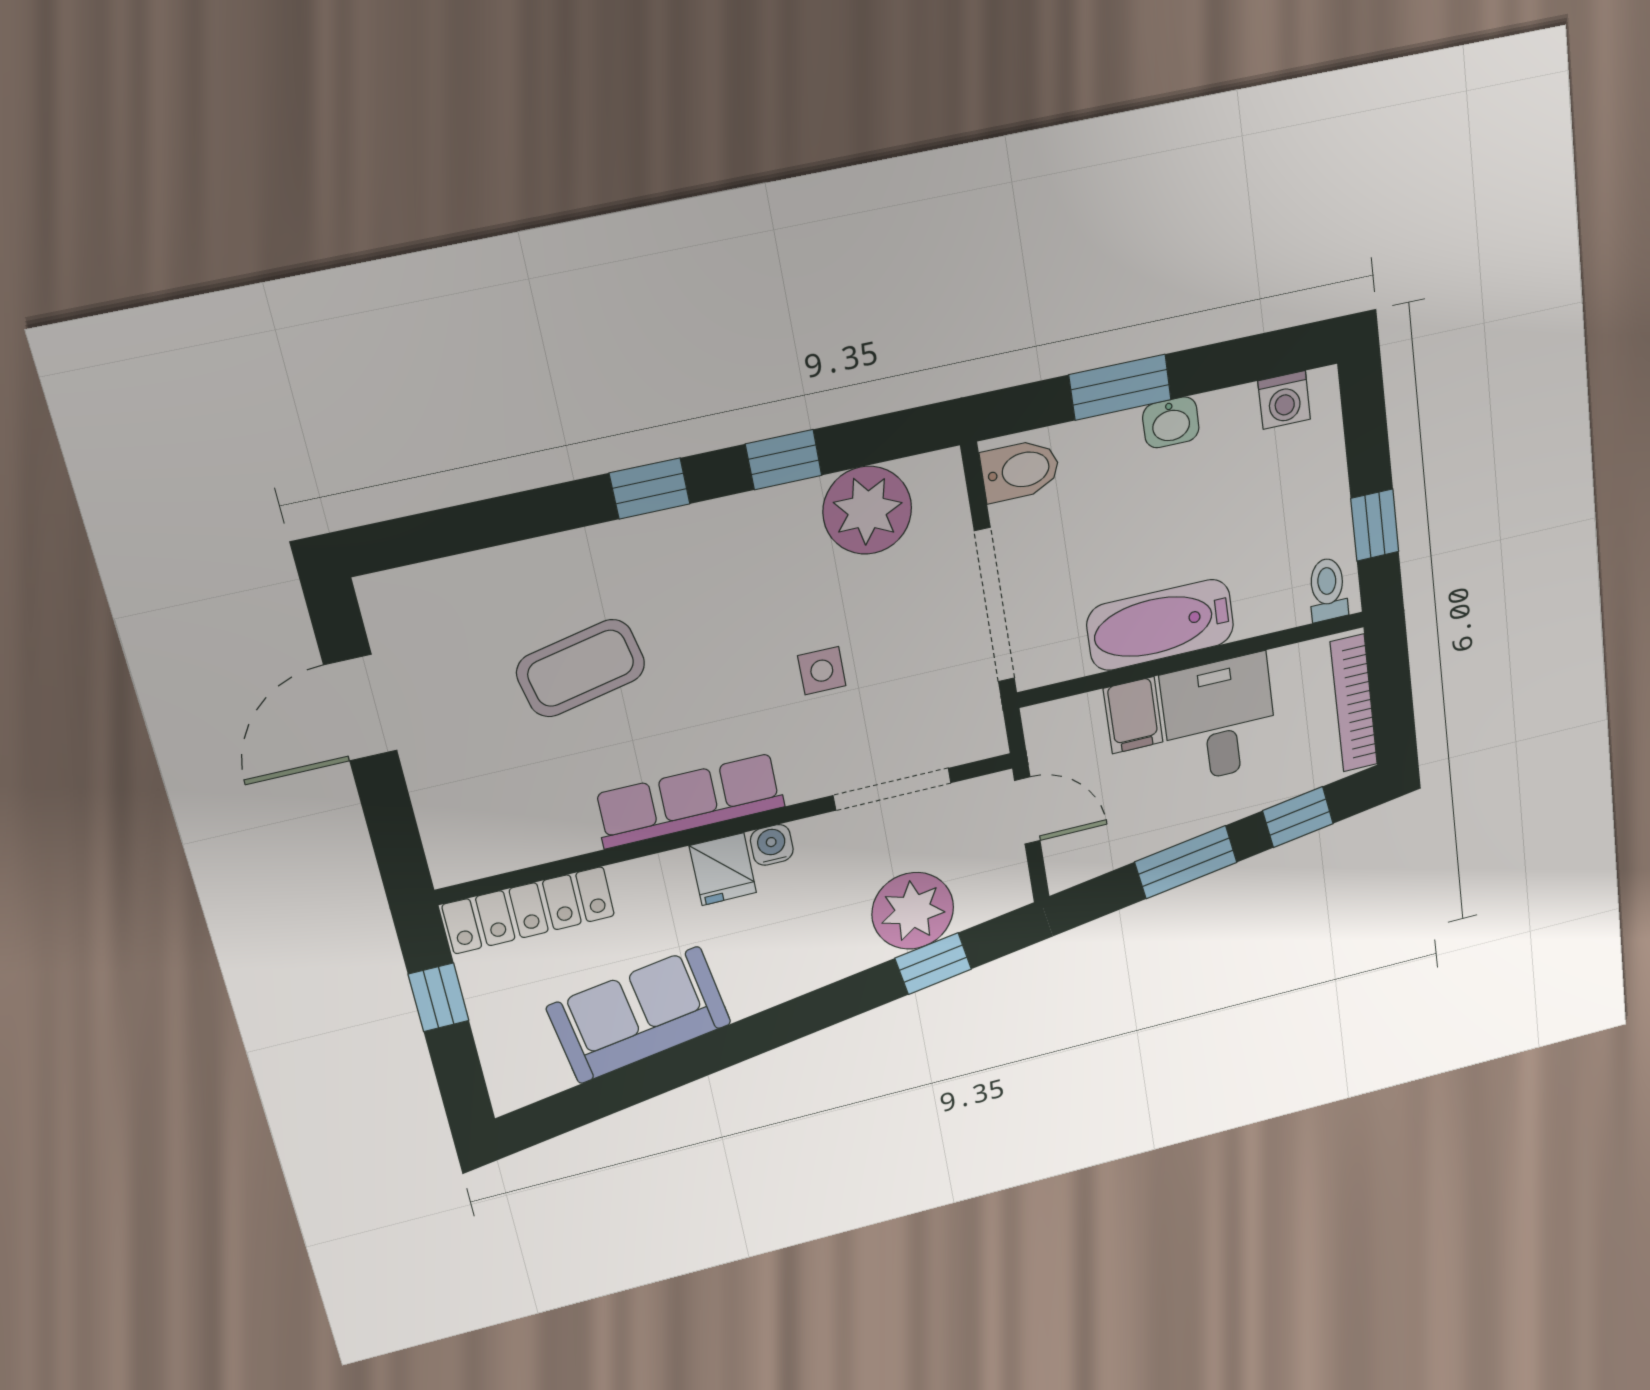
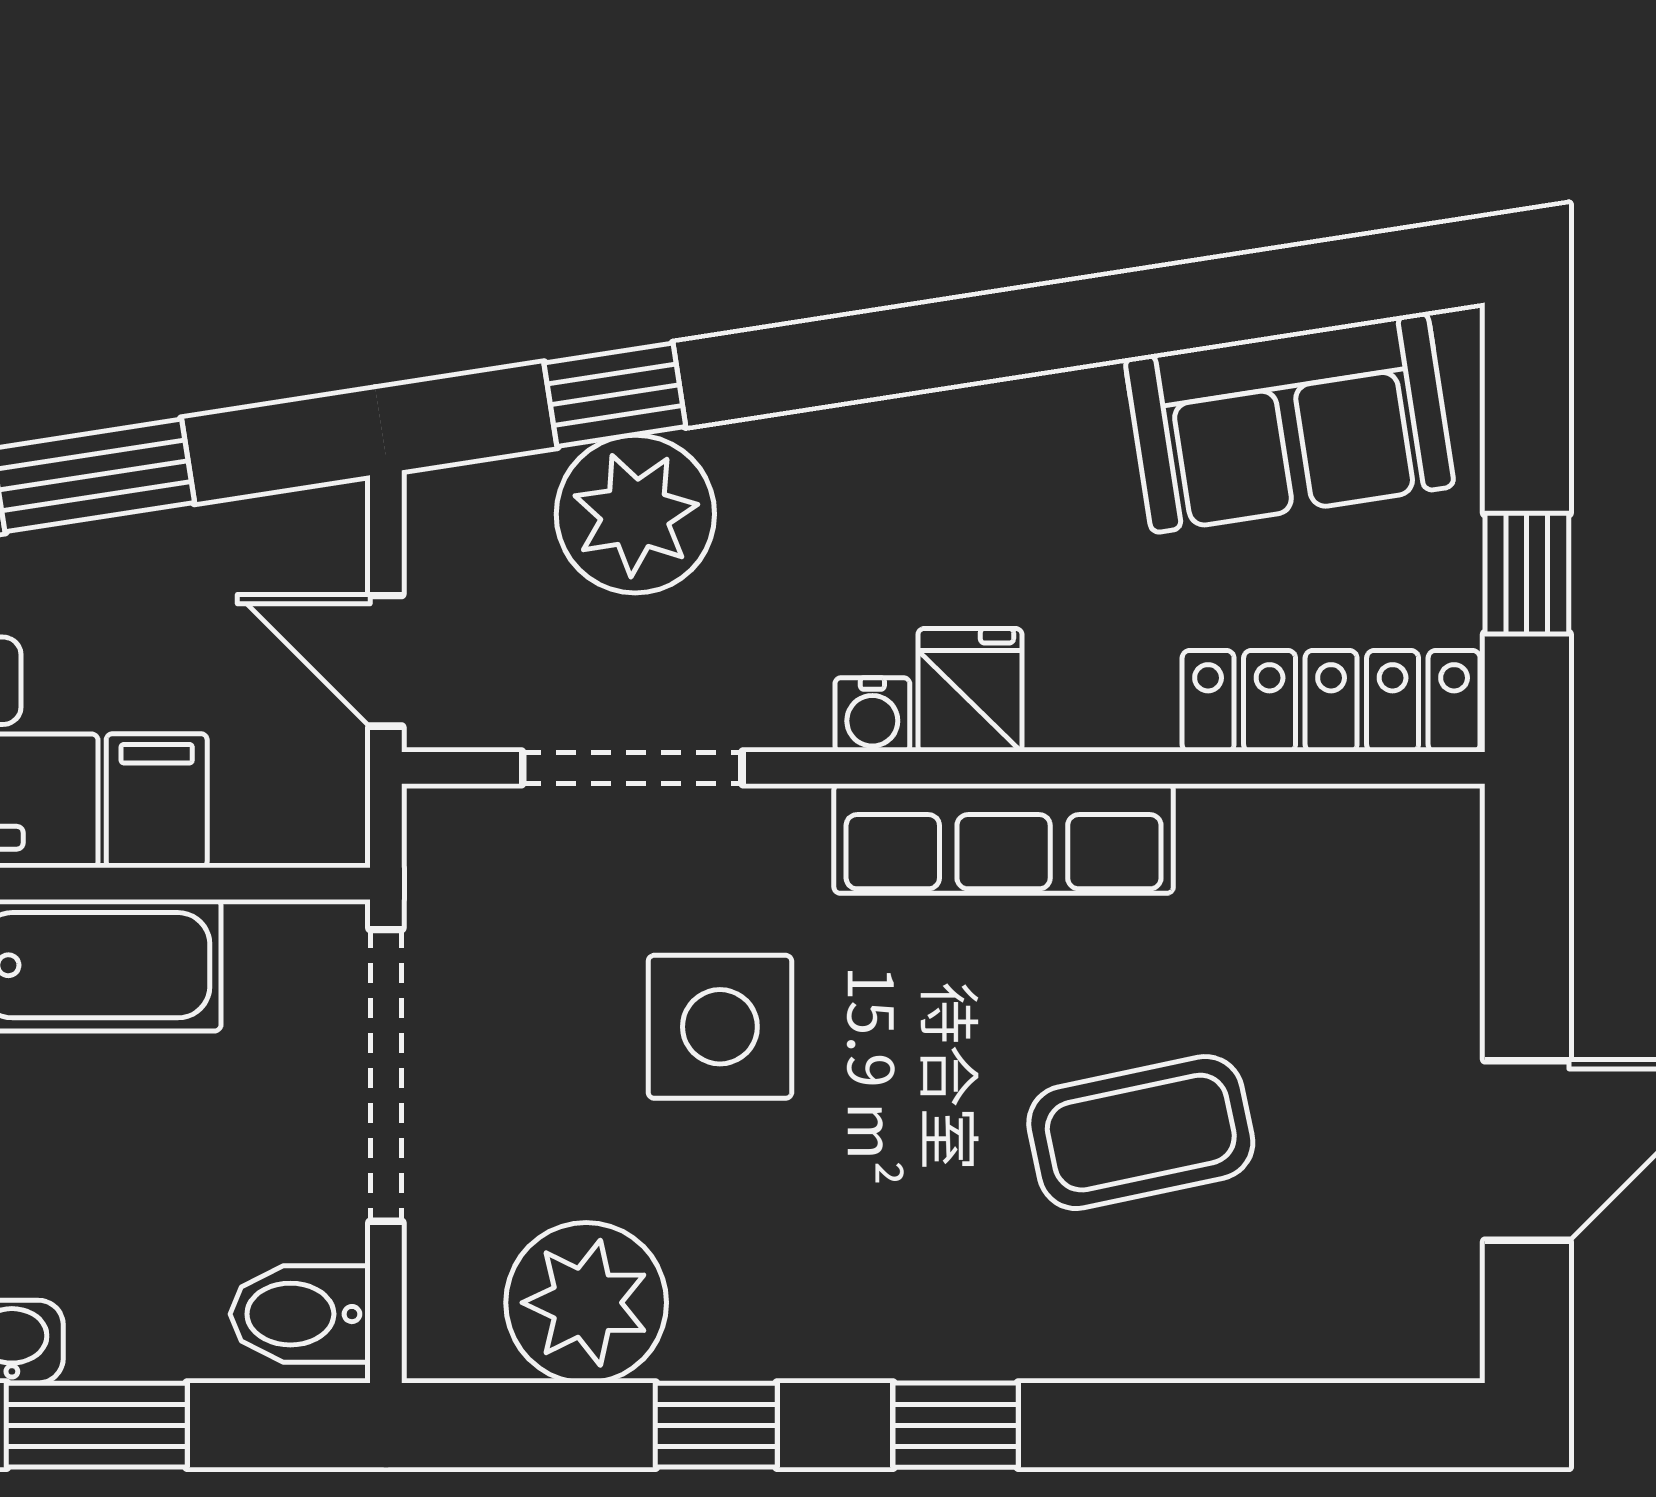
side table: (822, 671) -> (720, 1027), width x1.87, depth x1.87
sofa: (639, 1015) -> (1289, 422), moved

